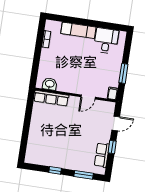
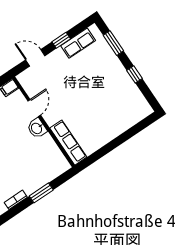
window: (37, 57) -> (41, 193), added
washbasin: (50, 84) -> (37, 128), moved
door: (88, 97) -> (34, 108), hinge flipped

